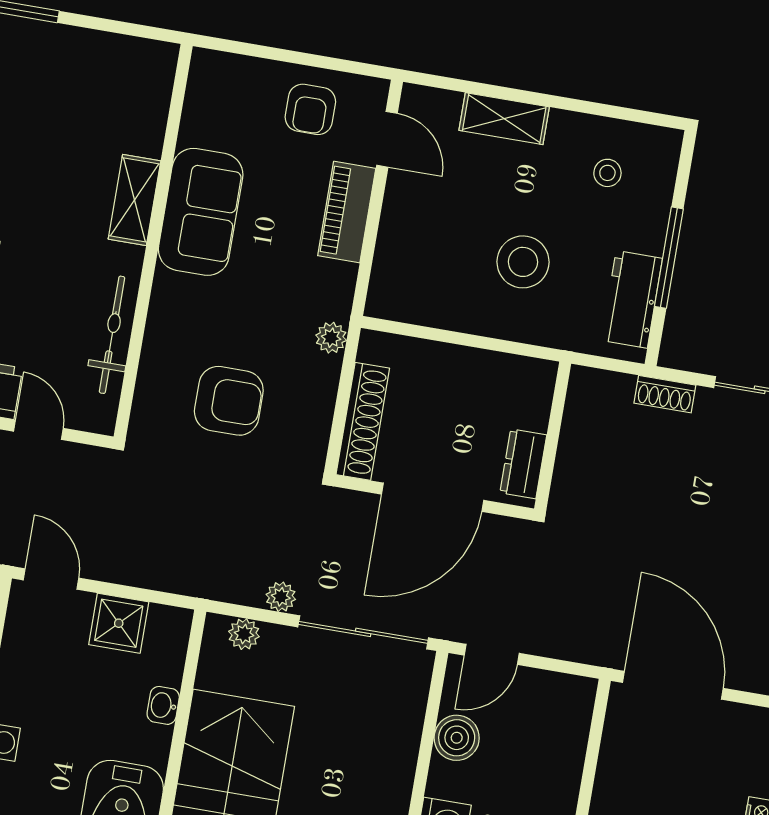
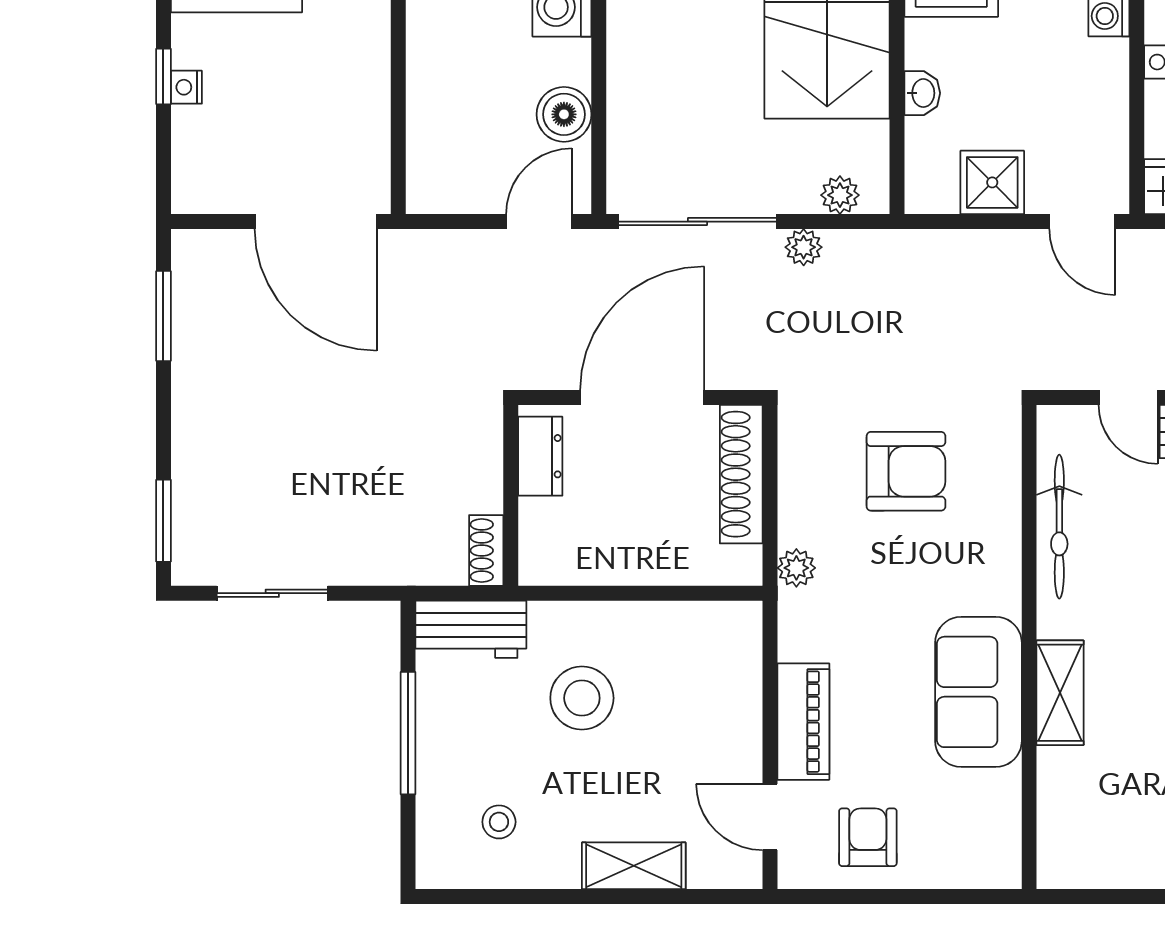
workbench: (632, 299) -> (471, 629), moved, turned 90
shoe rack: (665, 394) -> (486, 550), moved, turned -90
armchair: (229, 401) -> (906, 471), turned 180

